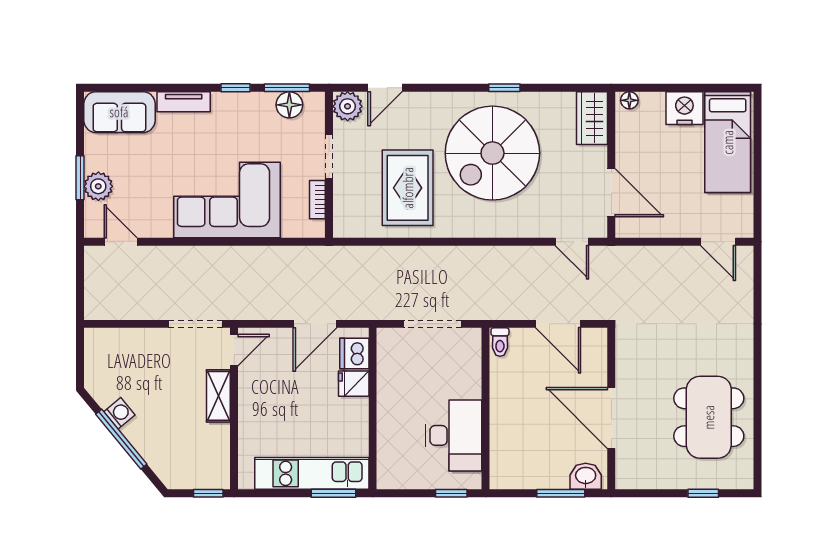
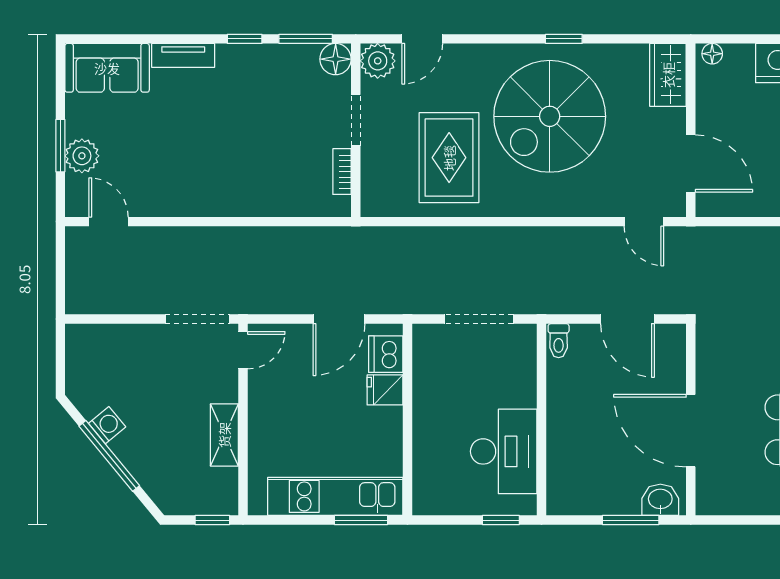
floor lamp: (289, 105) -> (336, 59), moved
corner sofa: (227, 200) -> (235, 172), removed
shelving: (218, 396) -> (224, 435), moved

